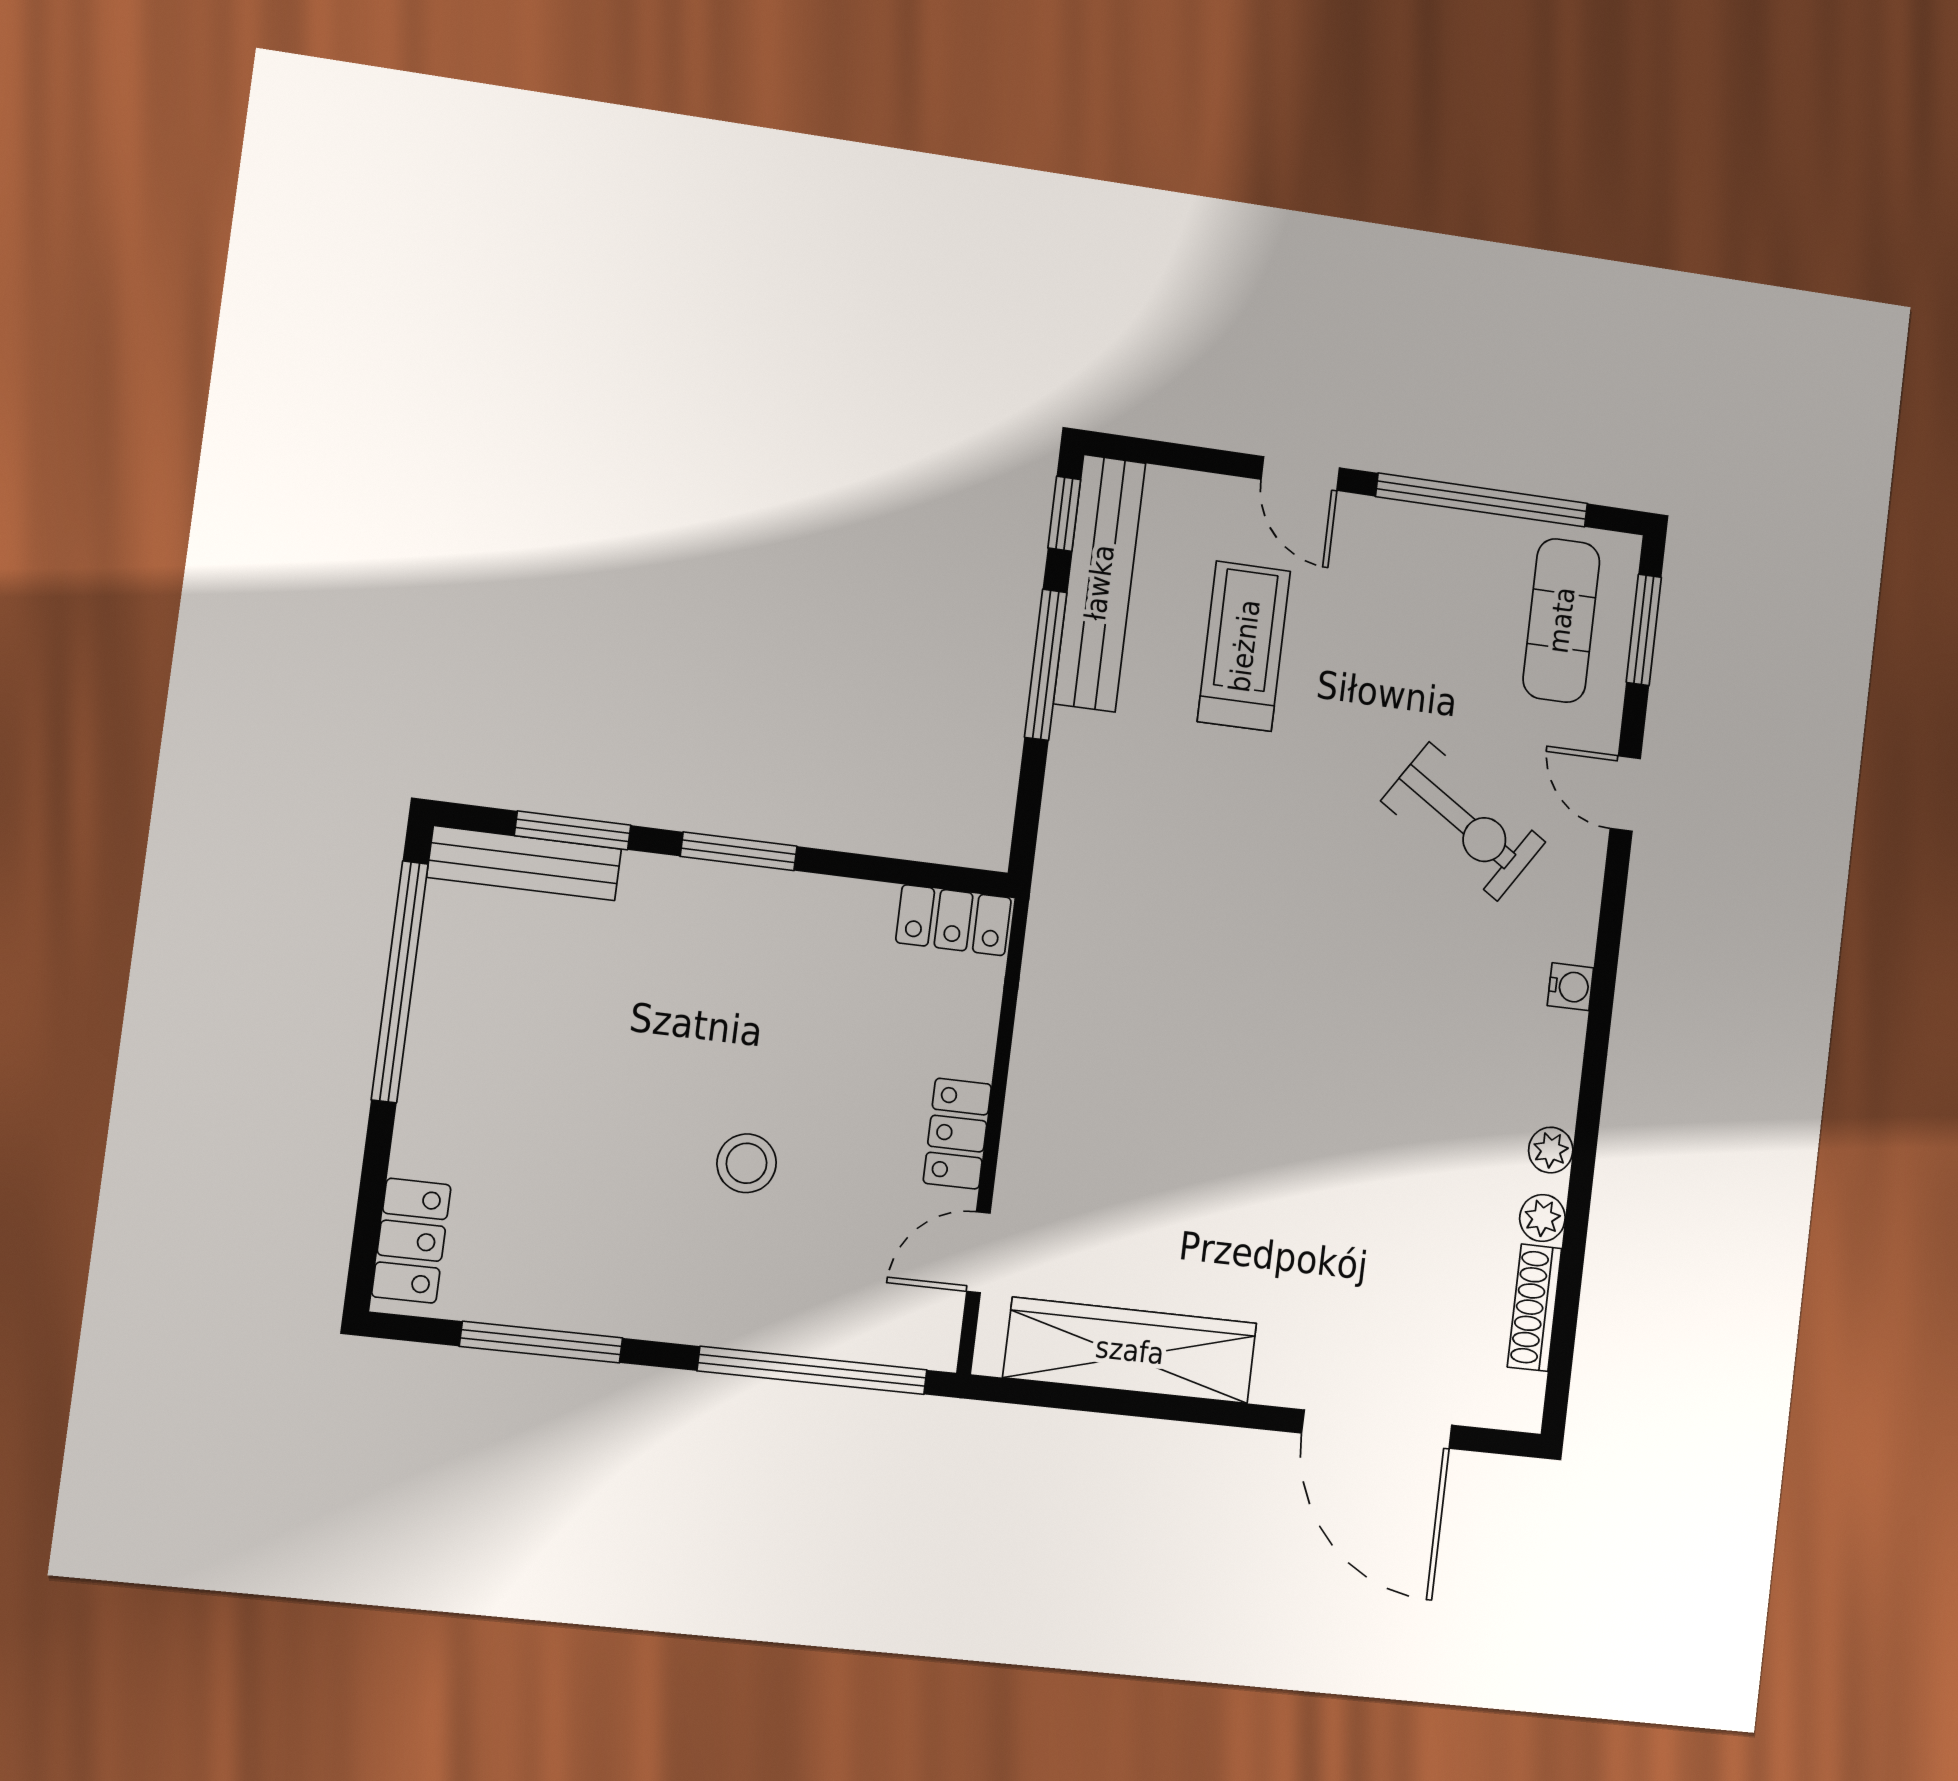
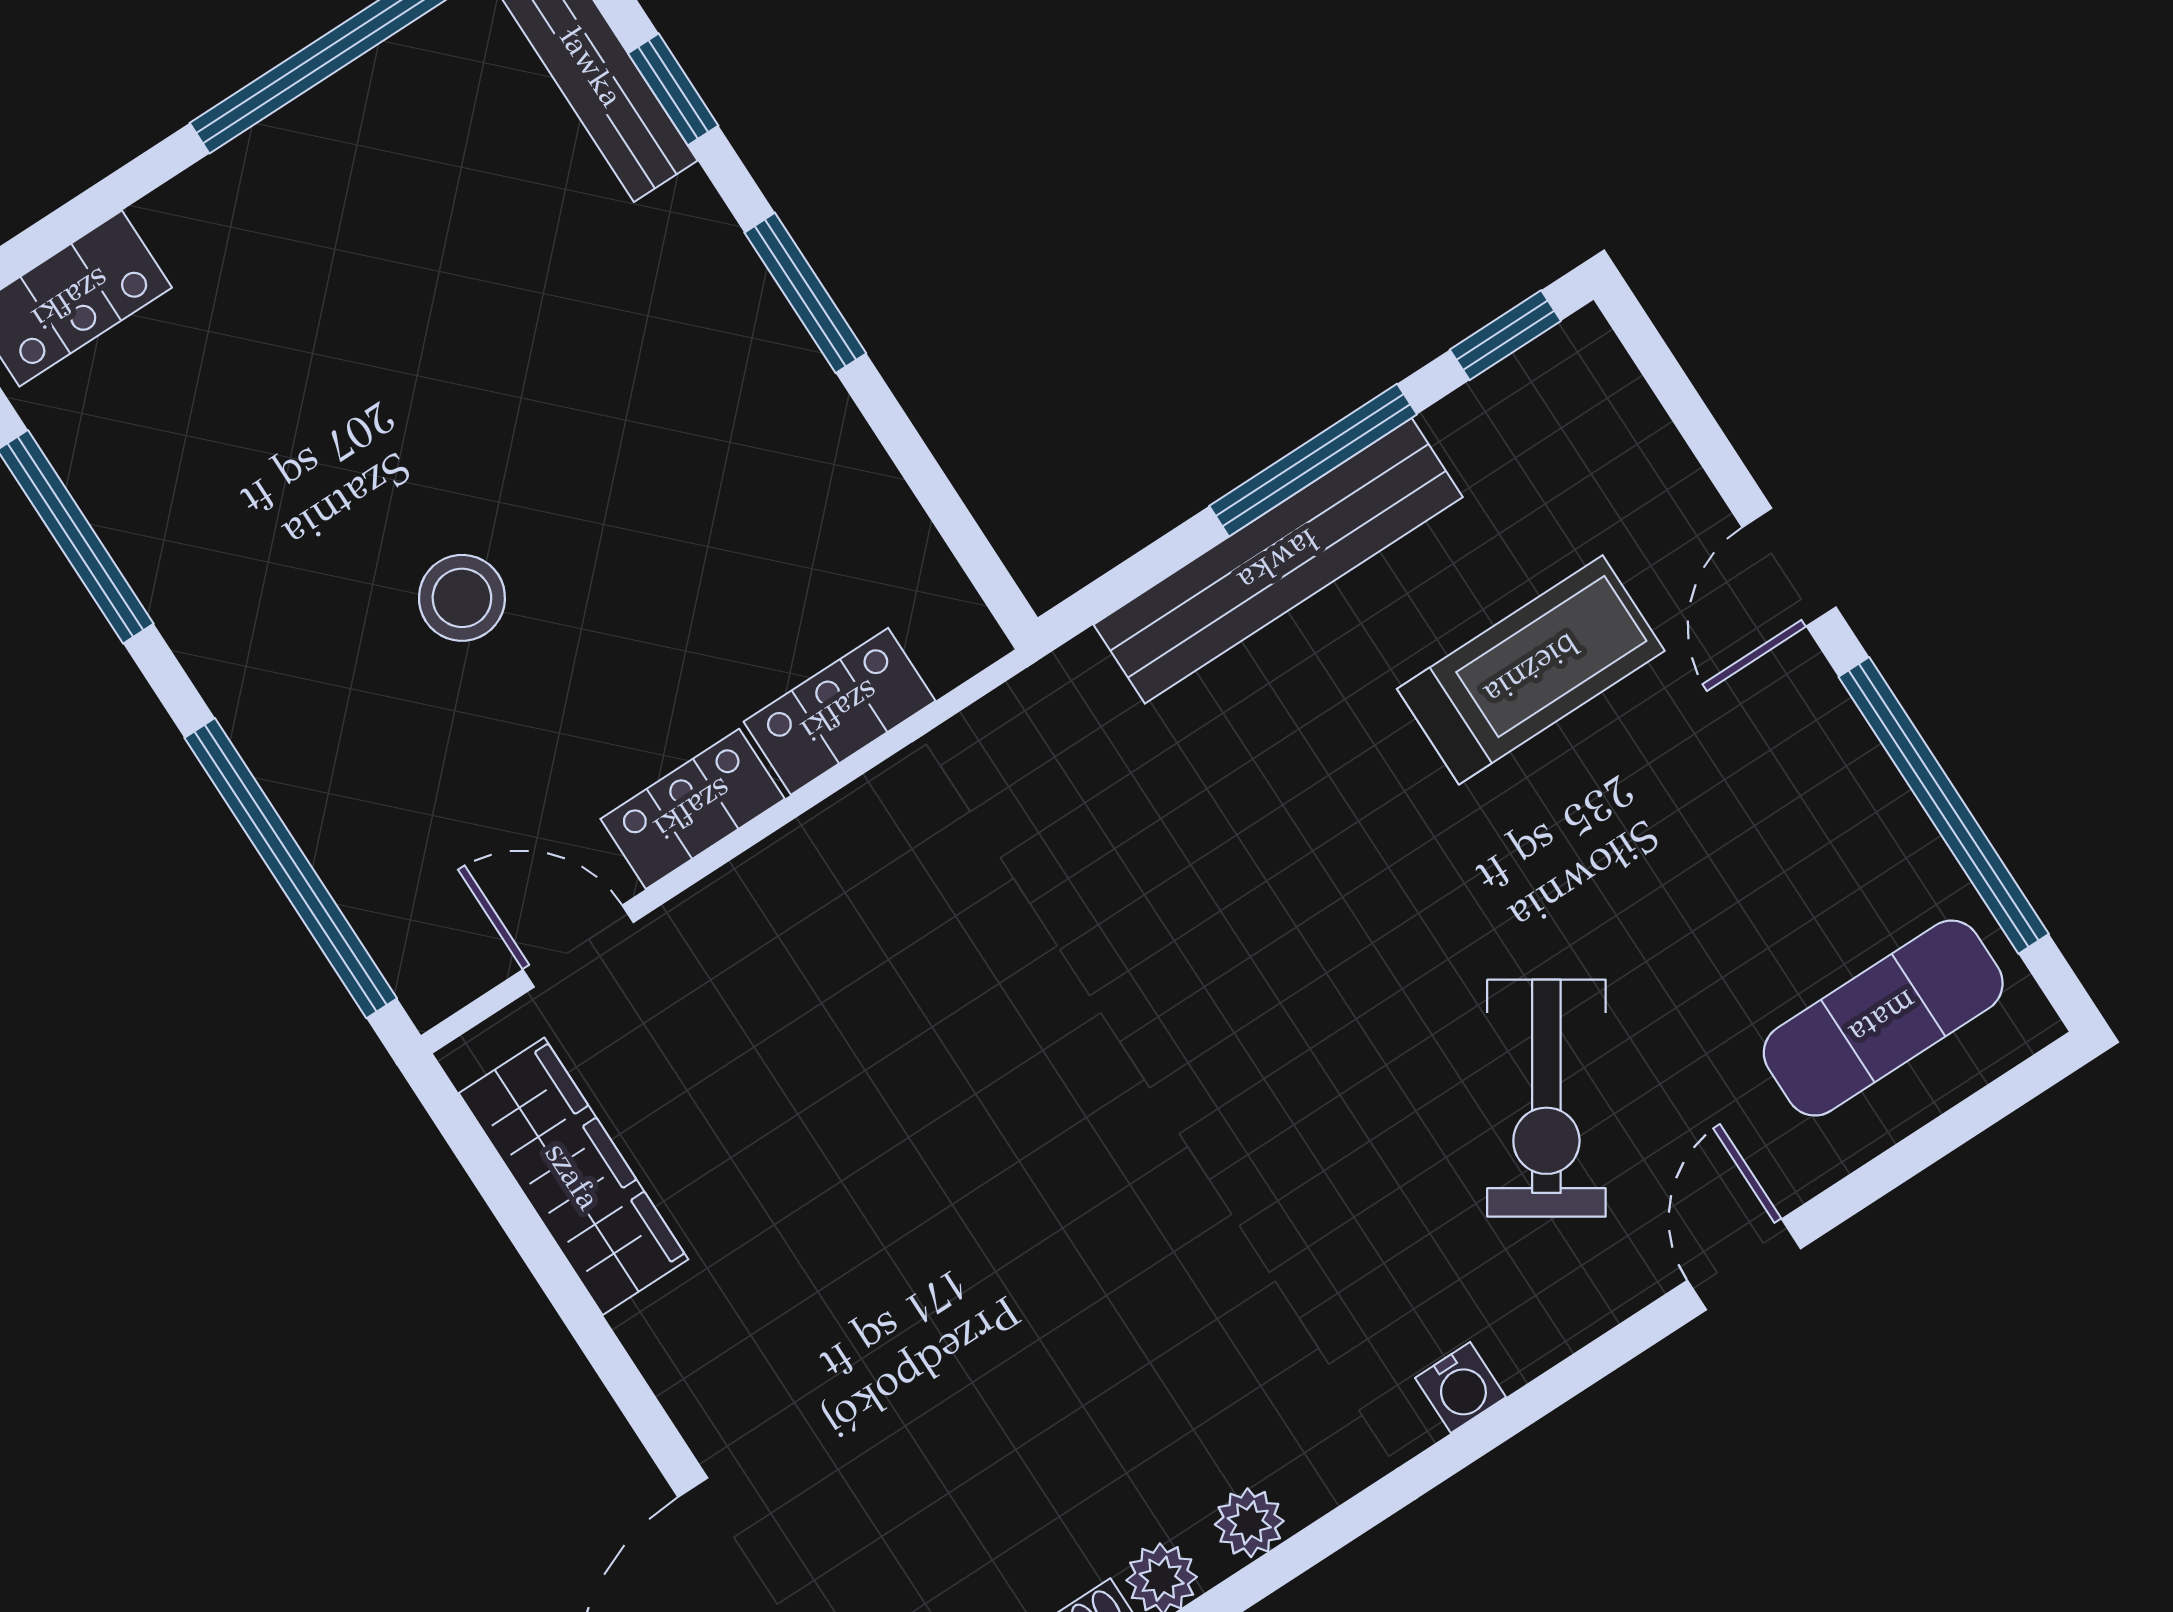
bench: (1099, 583) -> (1278, 561), moved
window: (1644, 630) -> (1957, 1126), removed
window: (573, 830) -> (673, 89), width x0.67
locker: (954, 920) -> (840, 711), moved, turned 90
wardrobe: (1130, 1350) -> (573, 1176), width x0.71, depth x0.85

